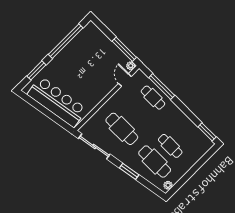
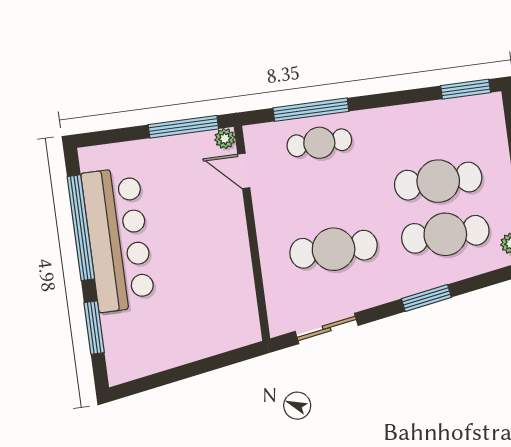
bar counter: (57, 102) -> (118, 239), moved, turned 99
sliding door: (94, 146) -> (327, 328), width x0.73
cafe table: (170, 146) -> (438, 181), width x1.37, depth x1.35

